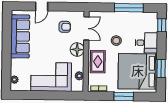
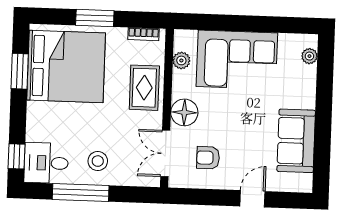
sofa: (20, 36) -> (296, 141), width x0.73
stool: (116, 41) -> (98, 161), moved
desk: (146, 43) -> (46, 163), moved

